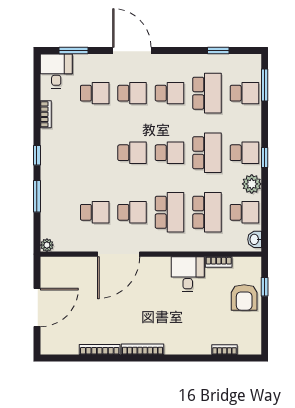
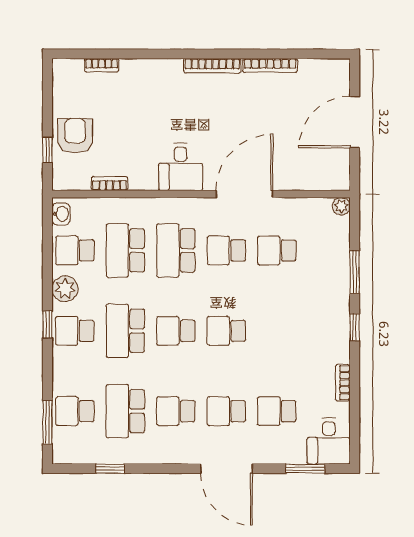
desk: (188, 274) -> (181, 167), moved

